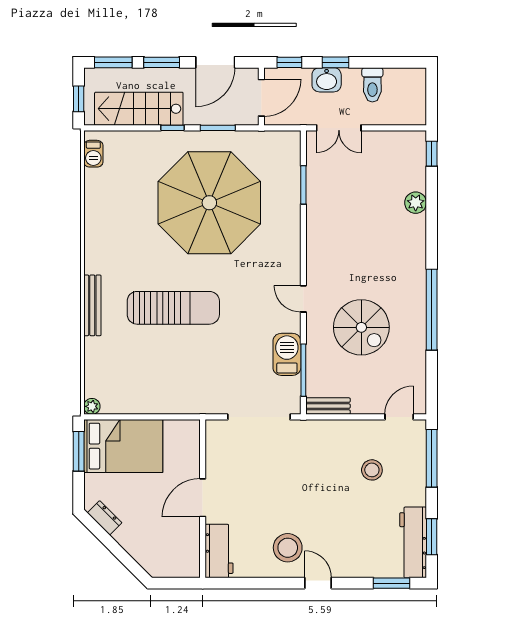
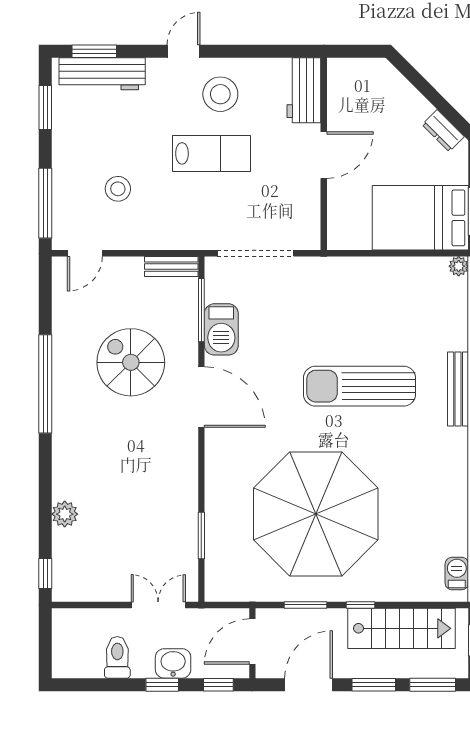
door: (303, 299) -> (201, 397), width x1.88
lab bench: (295, 499) -> (212, 153), added
workbench: (413, 542) -> (102, 74), moved, turned 90
door: (318, 583) -> (184, 51), swing flipped

